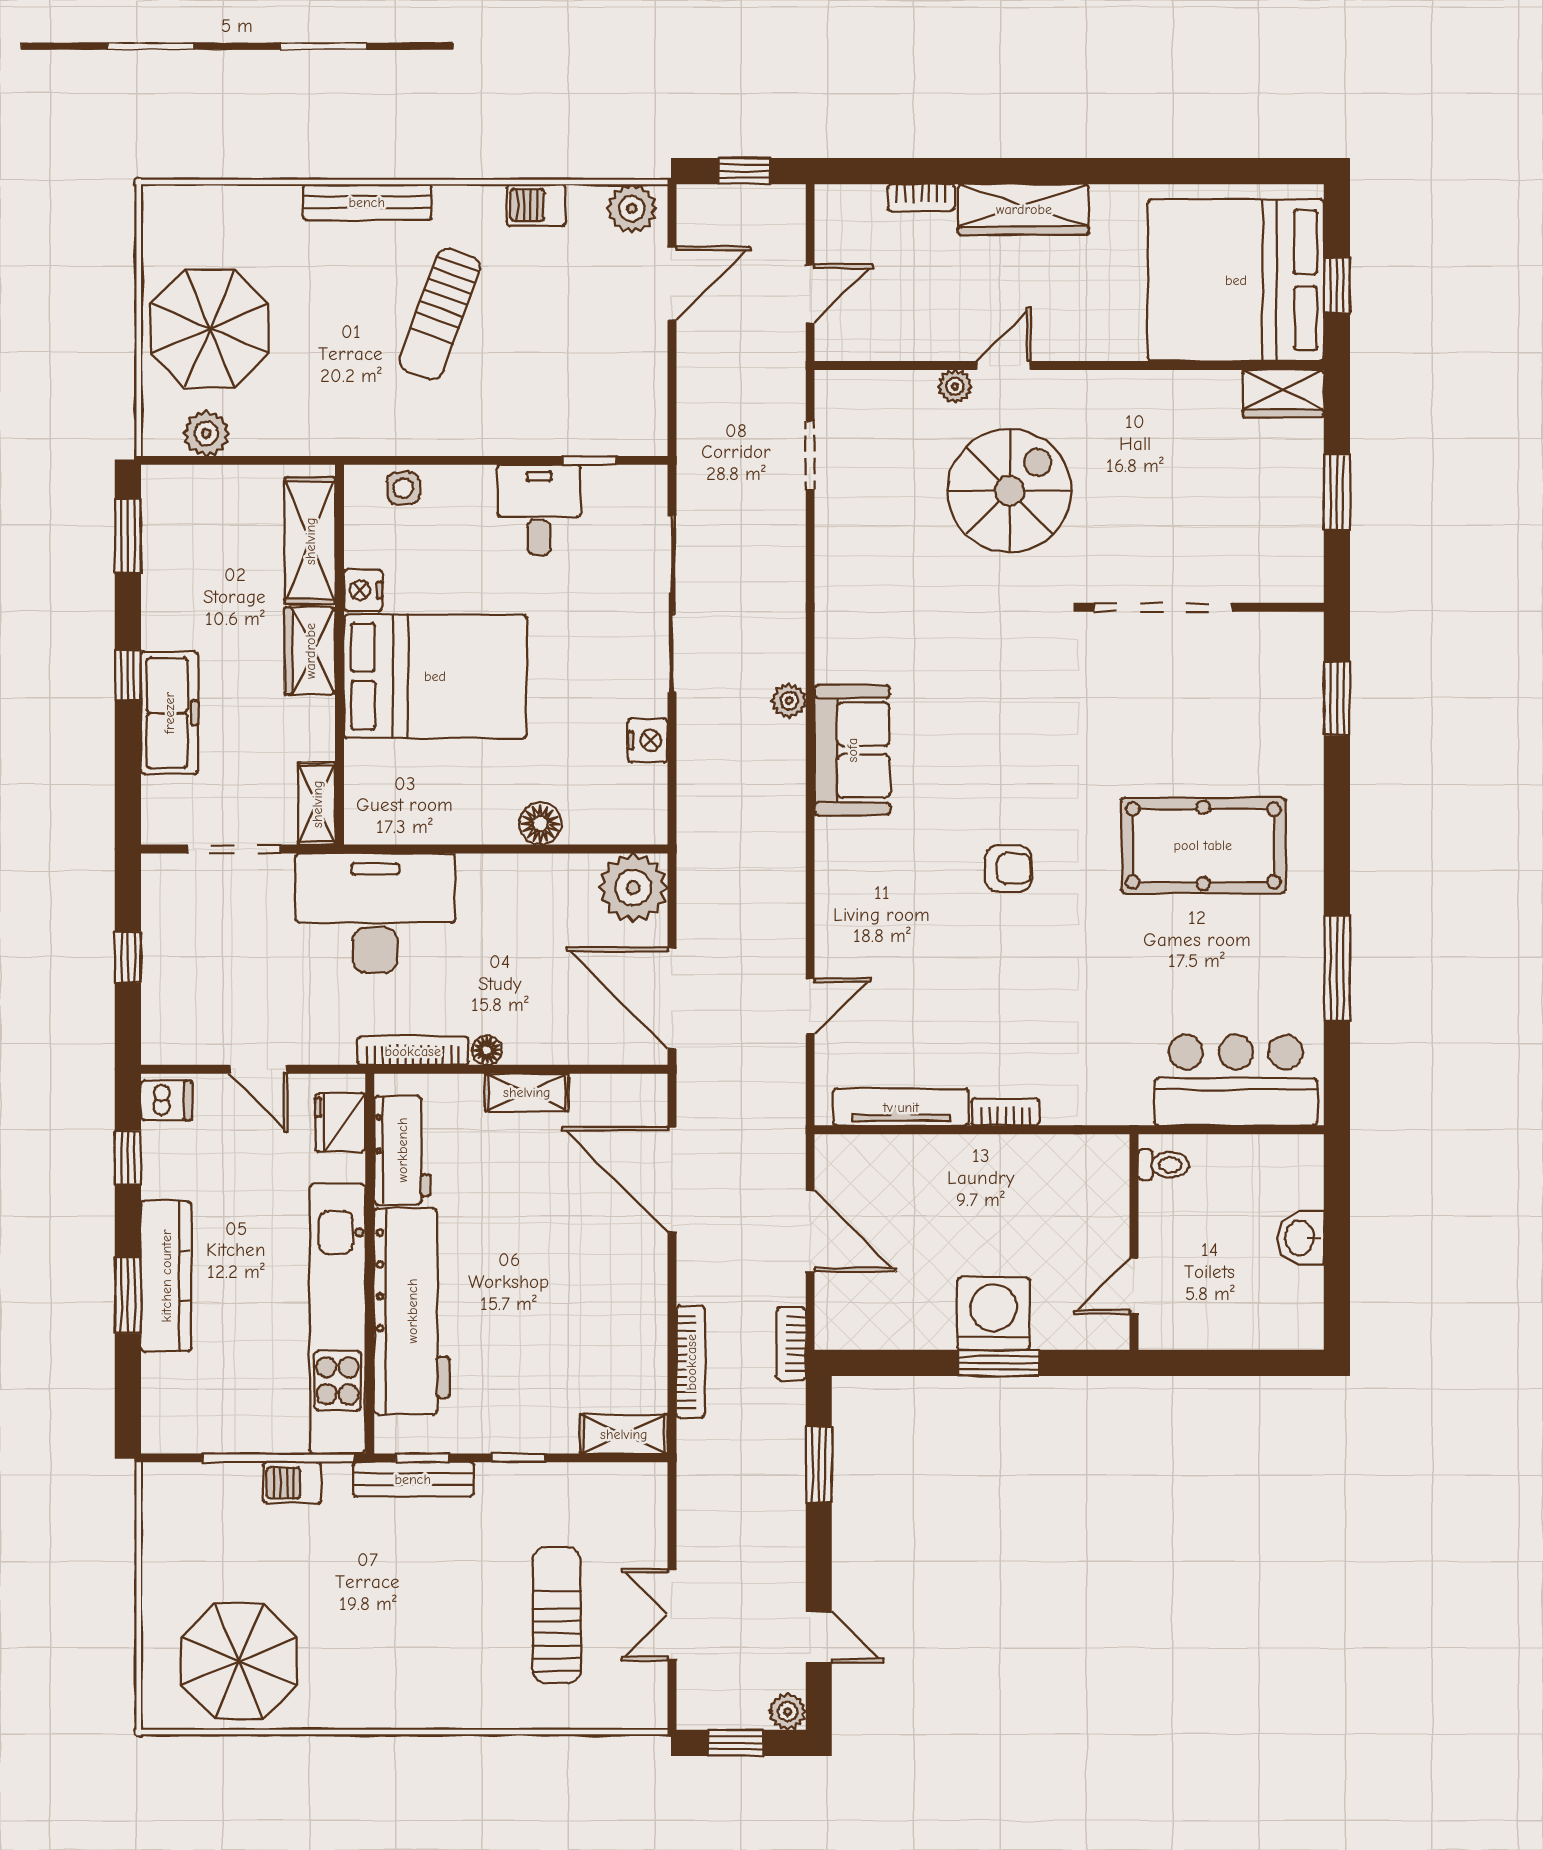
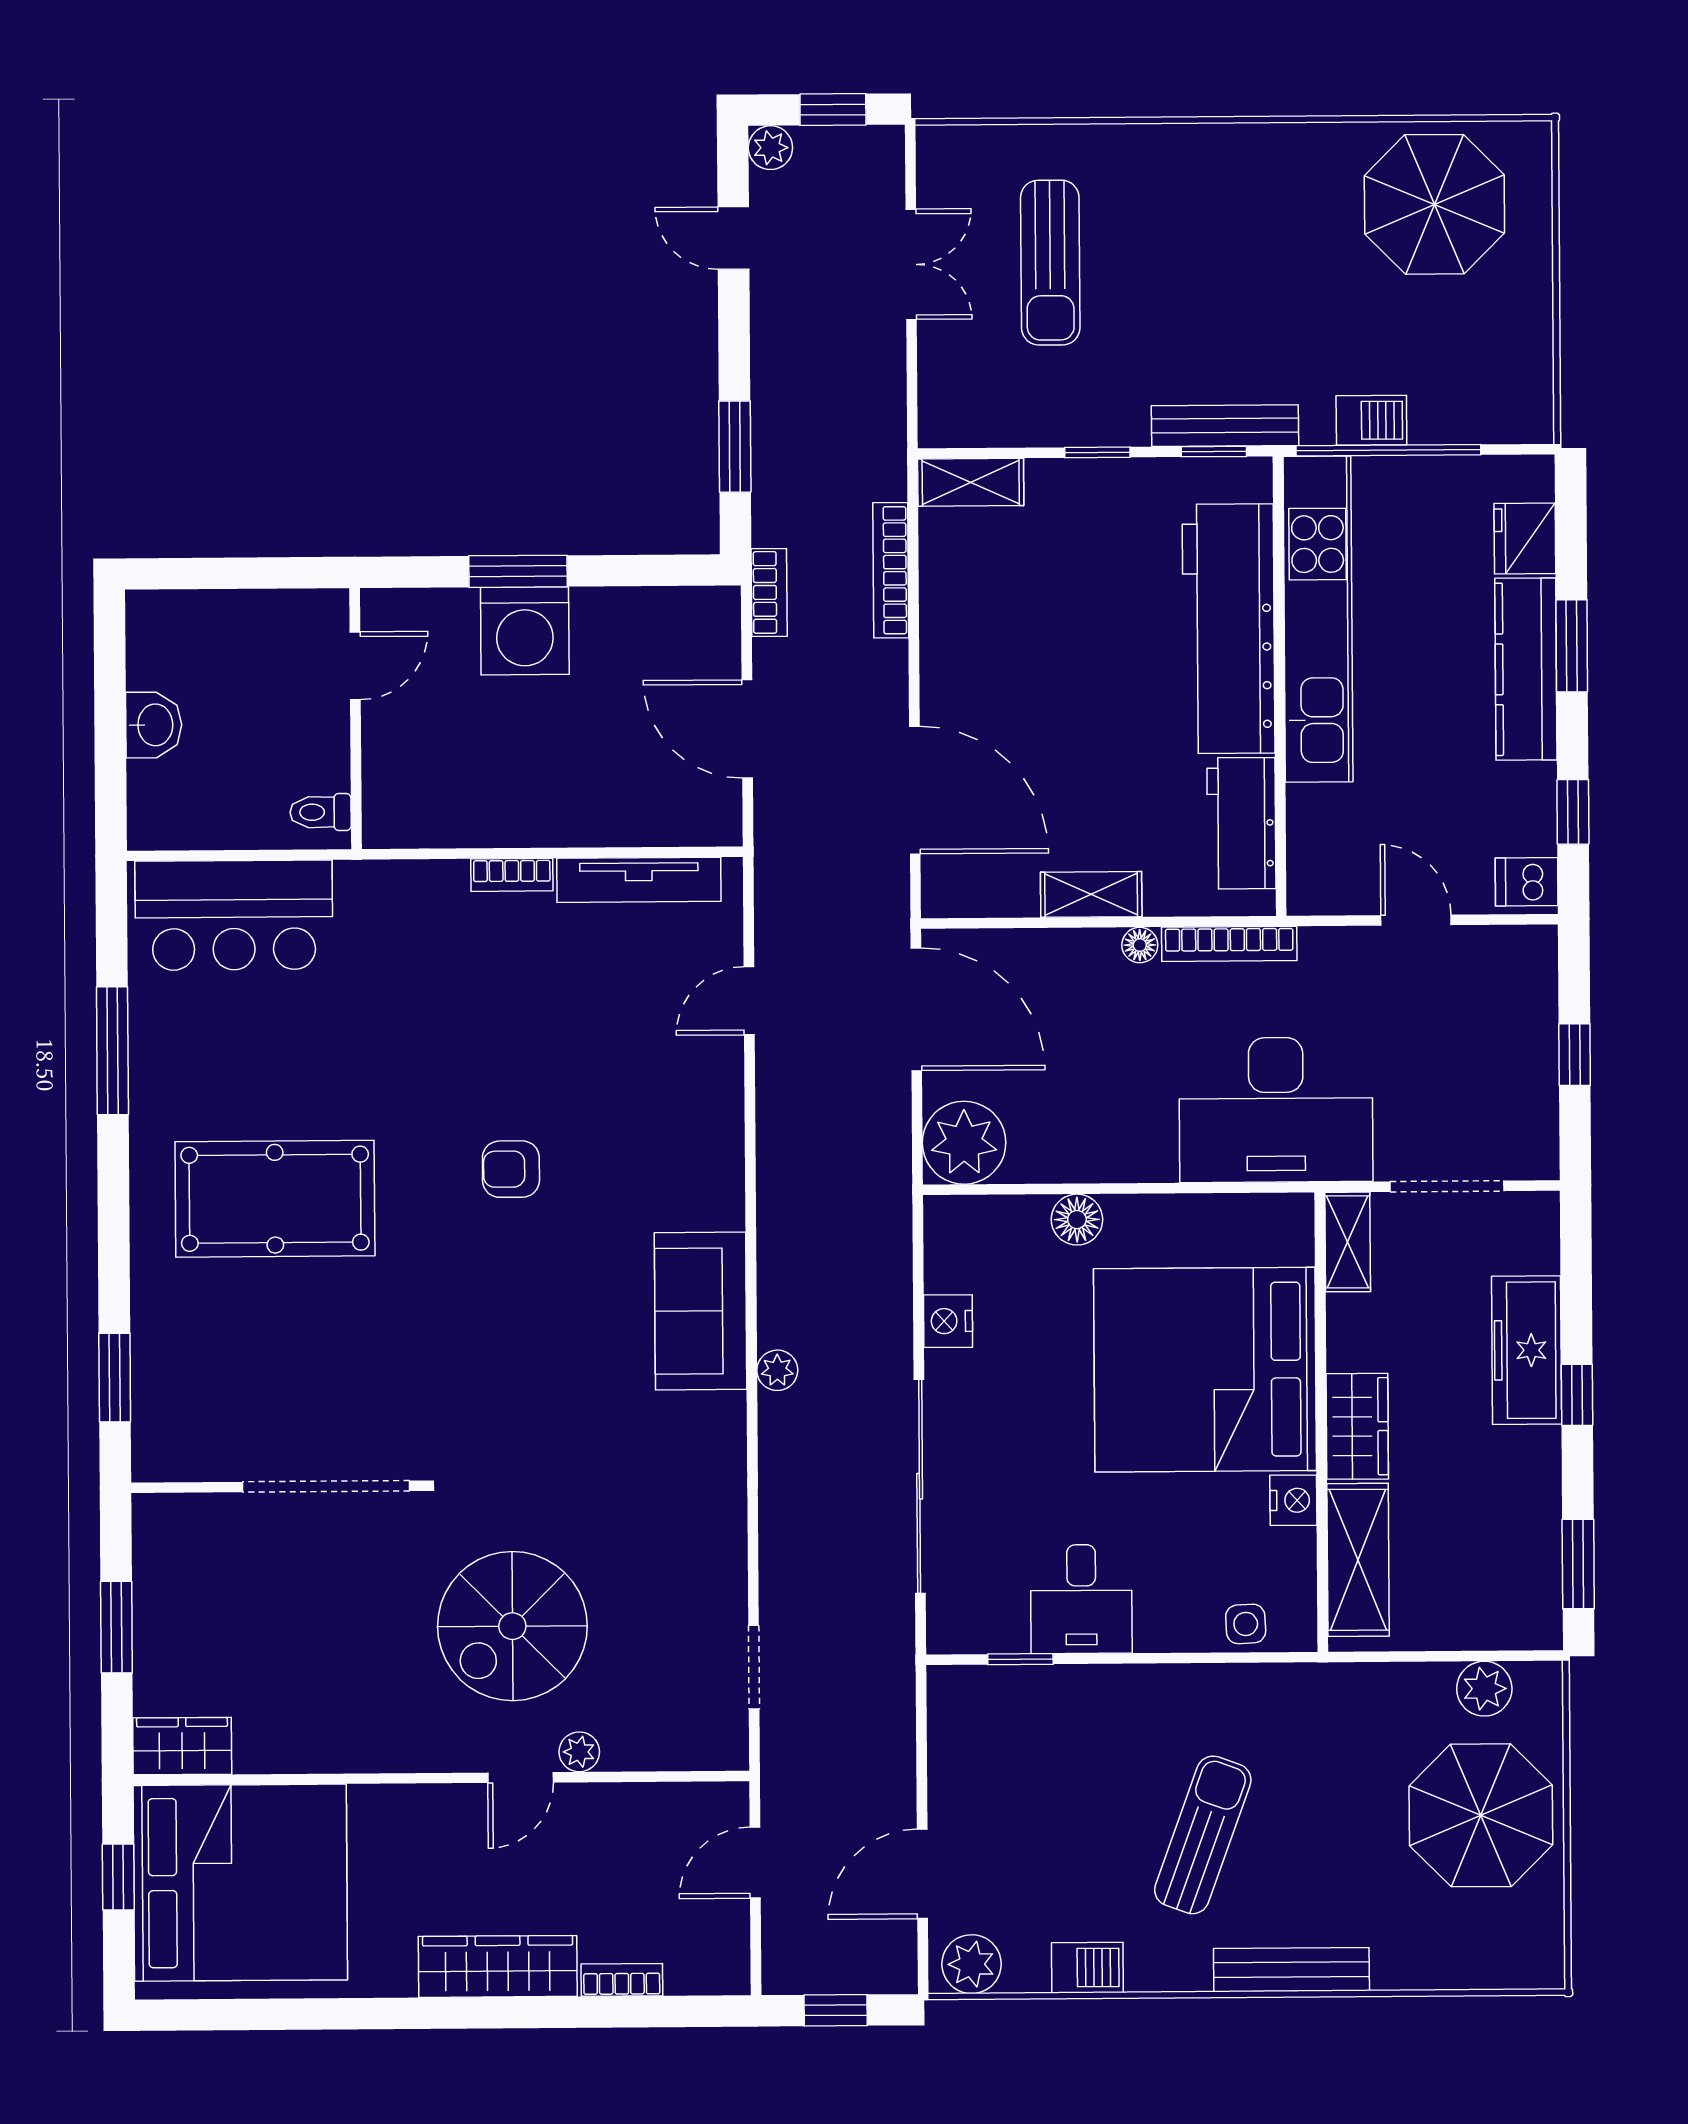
bed: (435, 676) -> (1205, 1370), width x1.36
fridge: (340, 1123) -> (1525, 538), moved, turned 180

